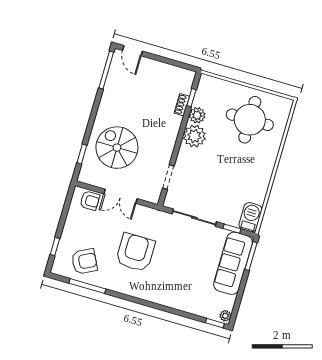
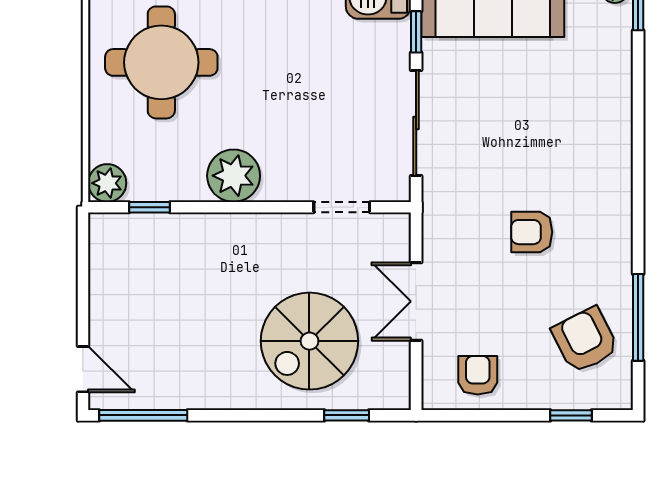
door: (133, 51) -> (83, 369), hinge flipped
shoe rack: (182, 105) -> (172, 224), removed
plant: (197, 115) -> (107, 183), moved
double door: (121, 196) -> (416, 301), swing flipped
armchair: (90, 201) -> (478, 375), moved
armchair: (135, 252) -> (532, 232), width x0.53, depth x0.53

